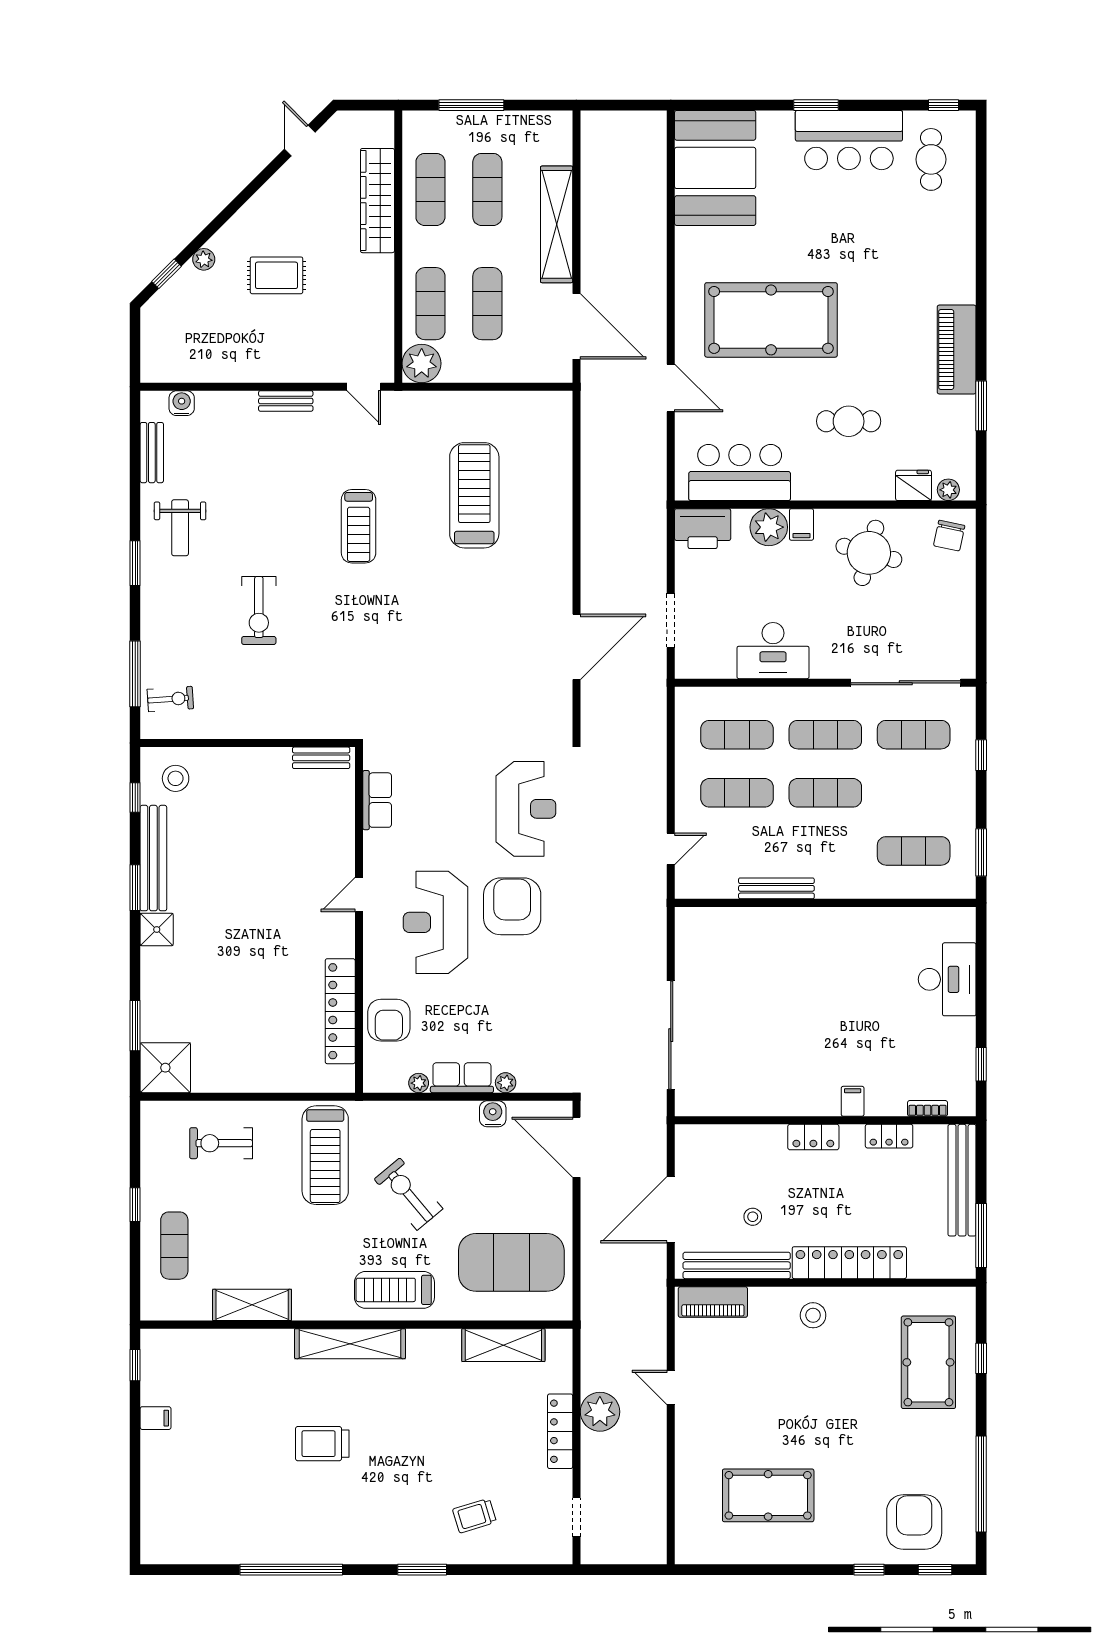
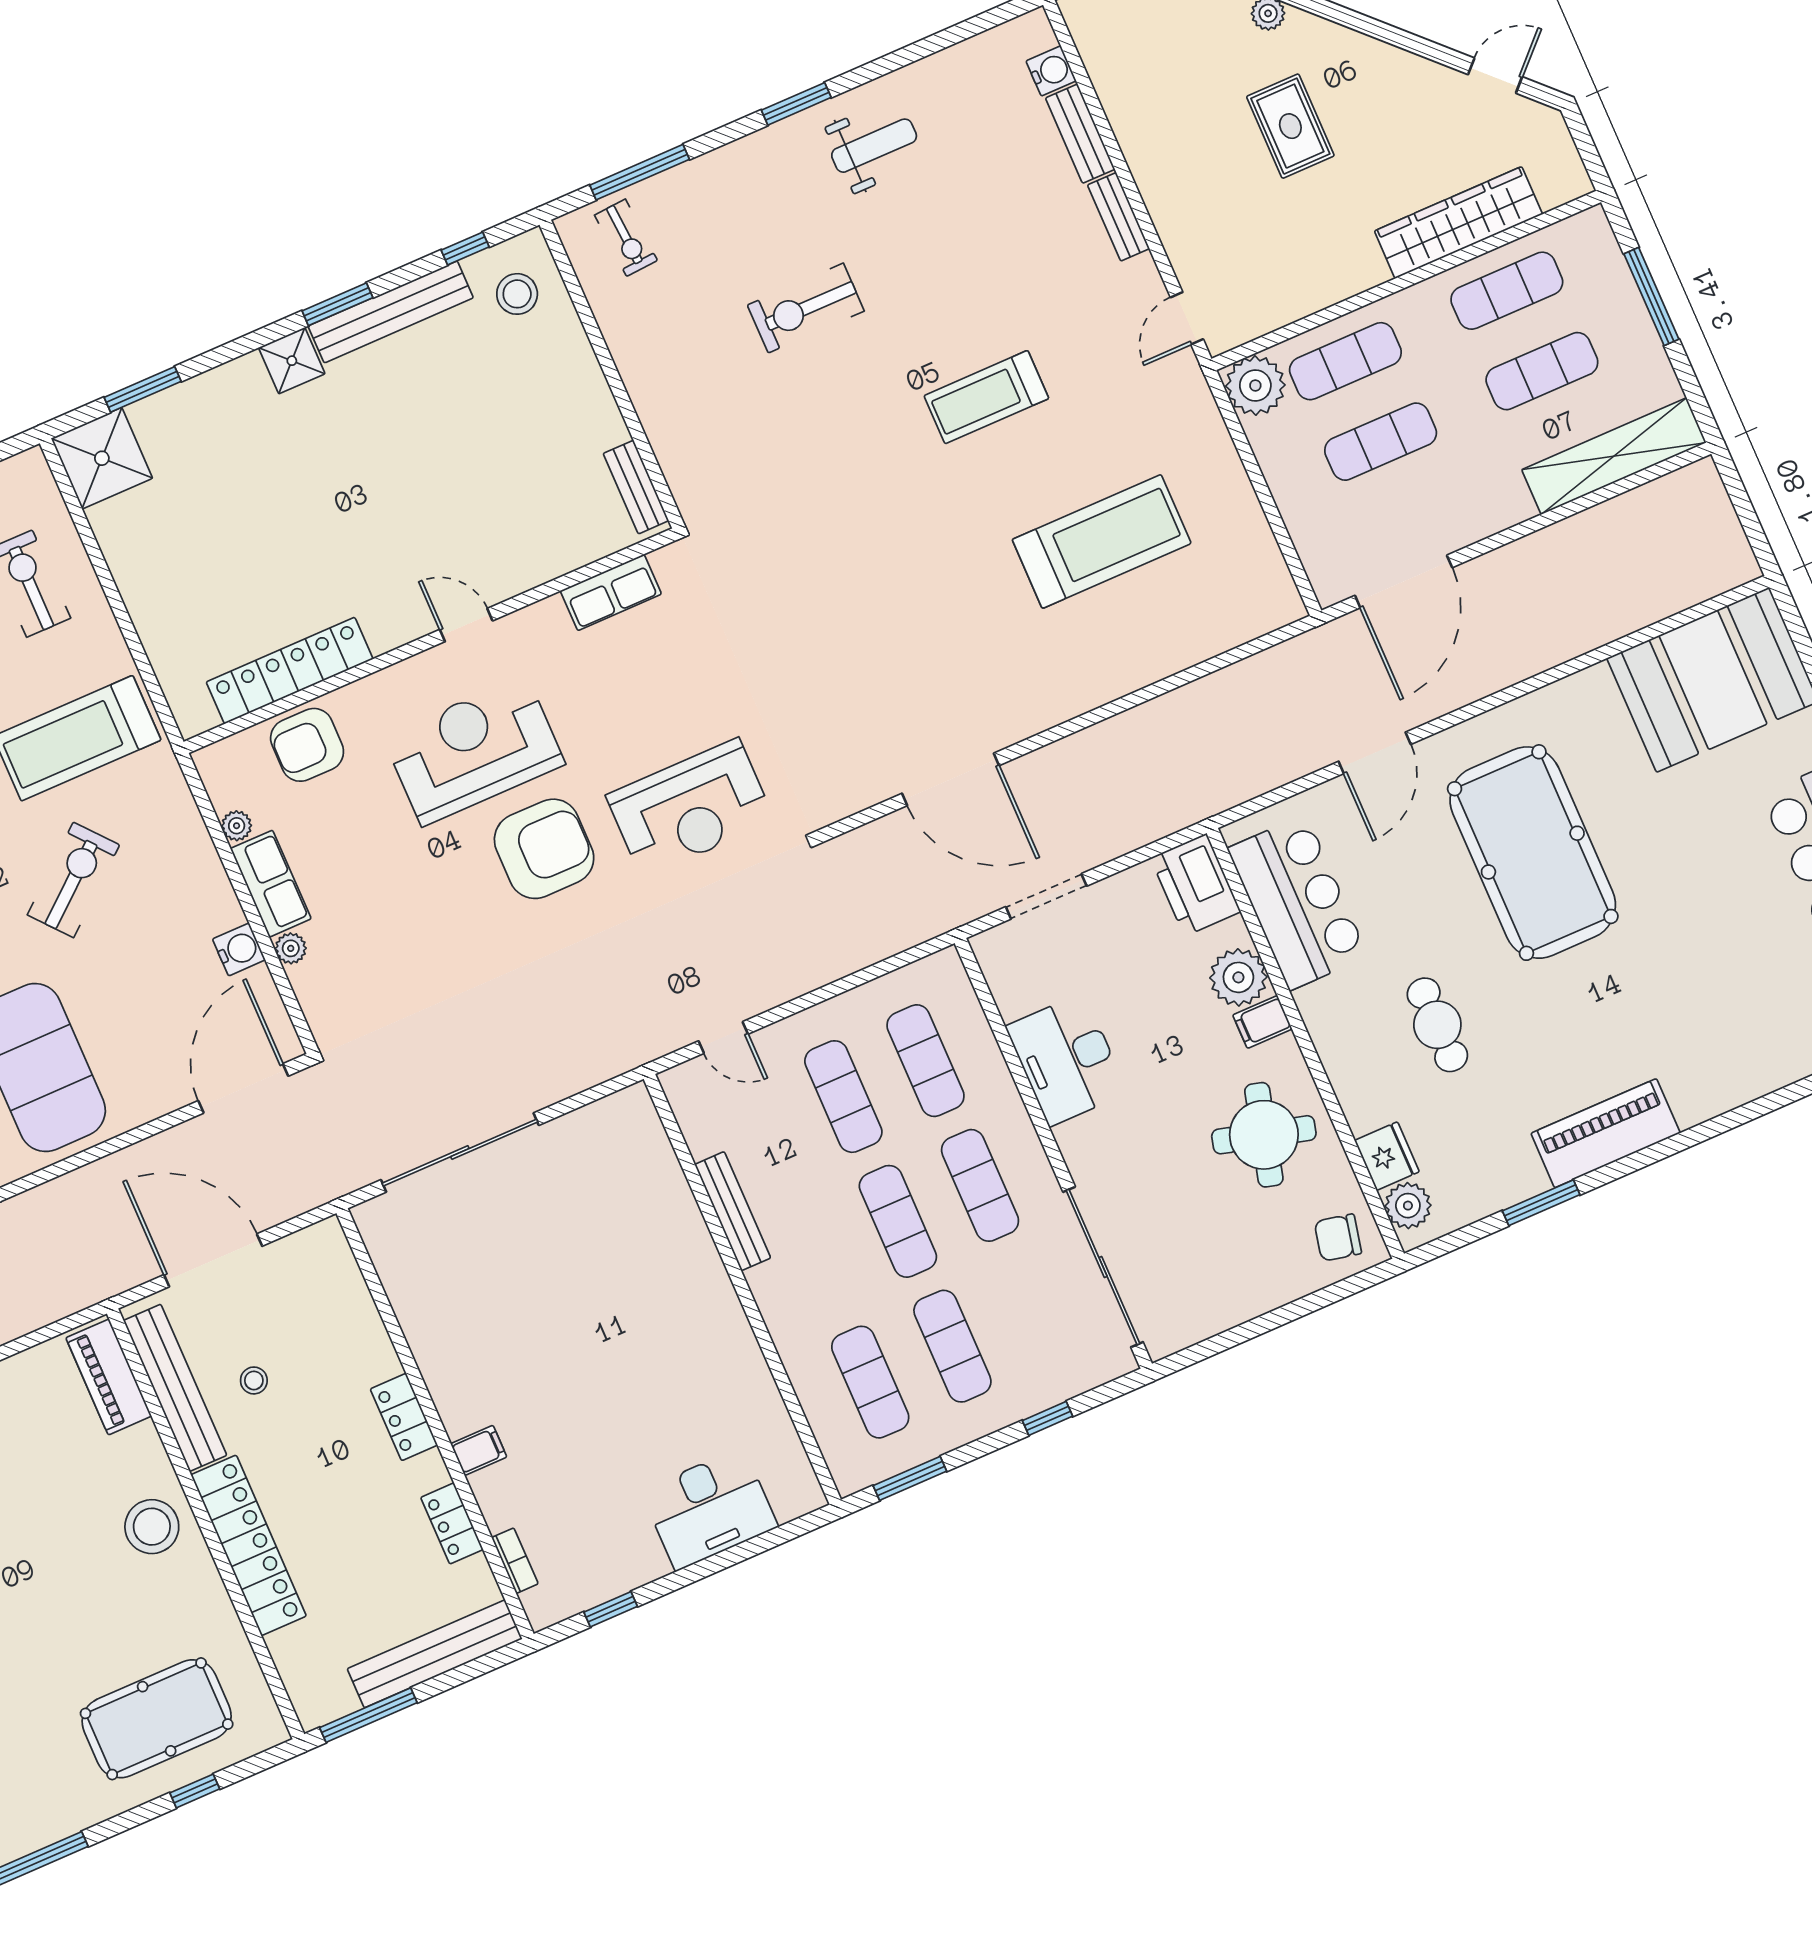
shelving: (557, 224) -> (1614, 456), moved
bench: (152, 453) -> (1080, 134), moved, turned 90
plant: (948, 490) -> (1408, 1206), width x1.38, depth x1.38
weight bench: (180, 528) -> (874, 146), turned 180
exercise mat: (914, 735) -> (952, 1346), moved
stool: (813, 1315) -> (152, 1527), width x1.38, depth x1.38

